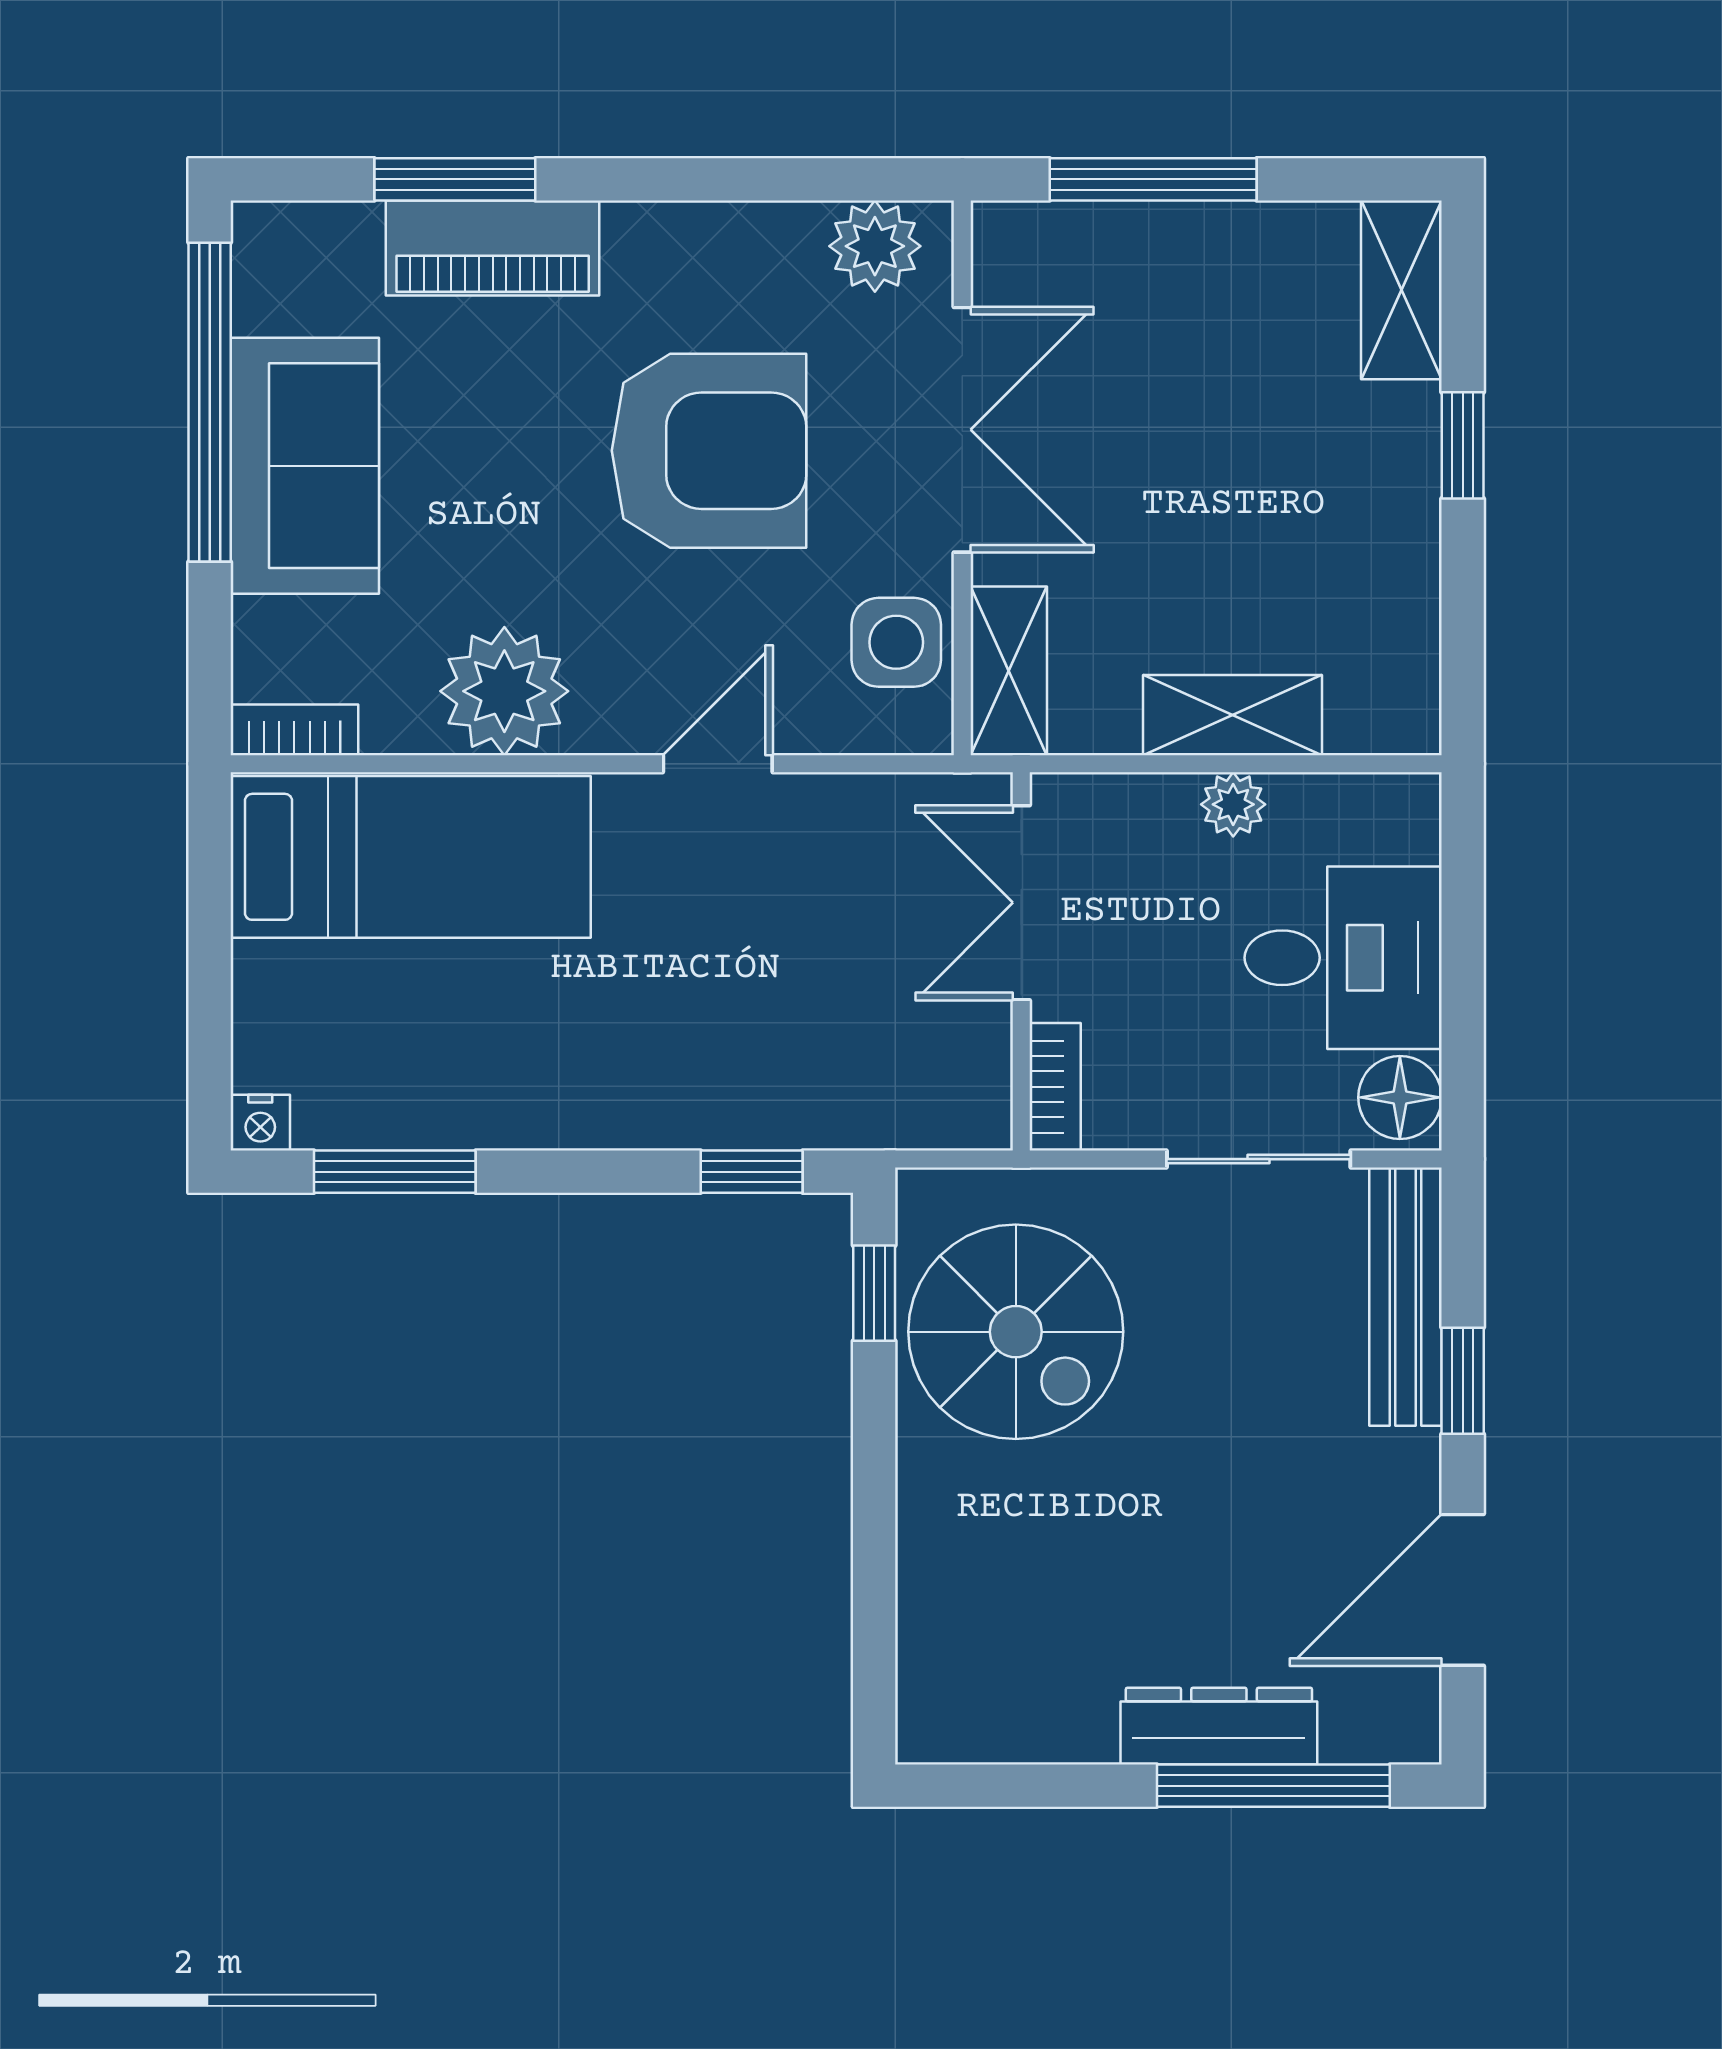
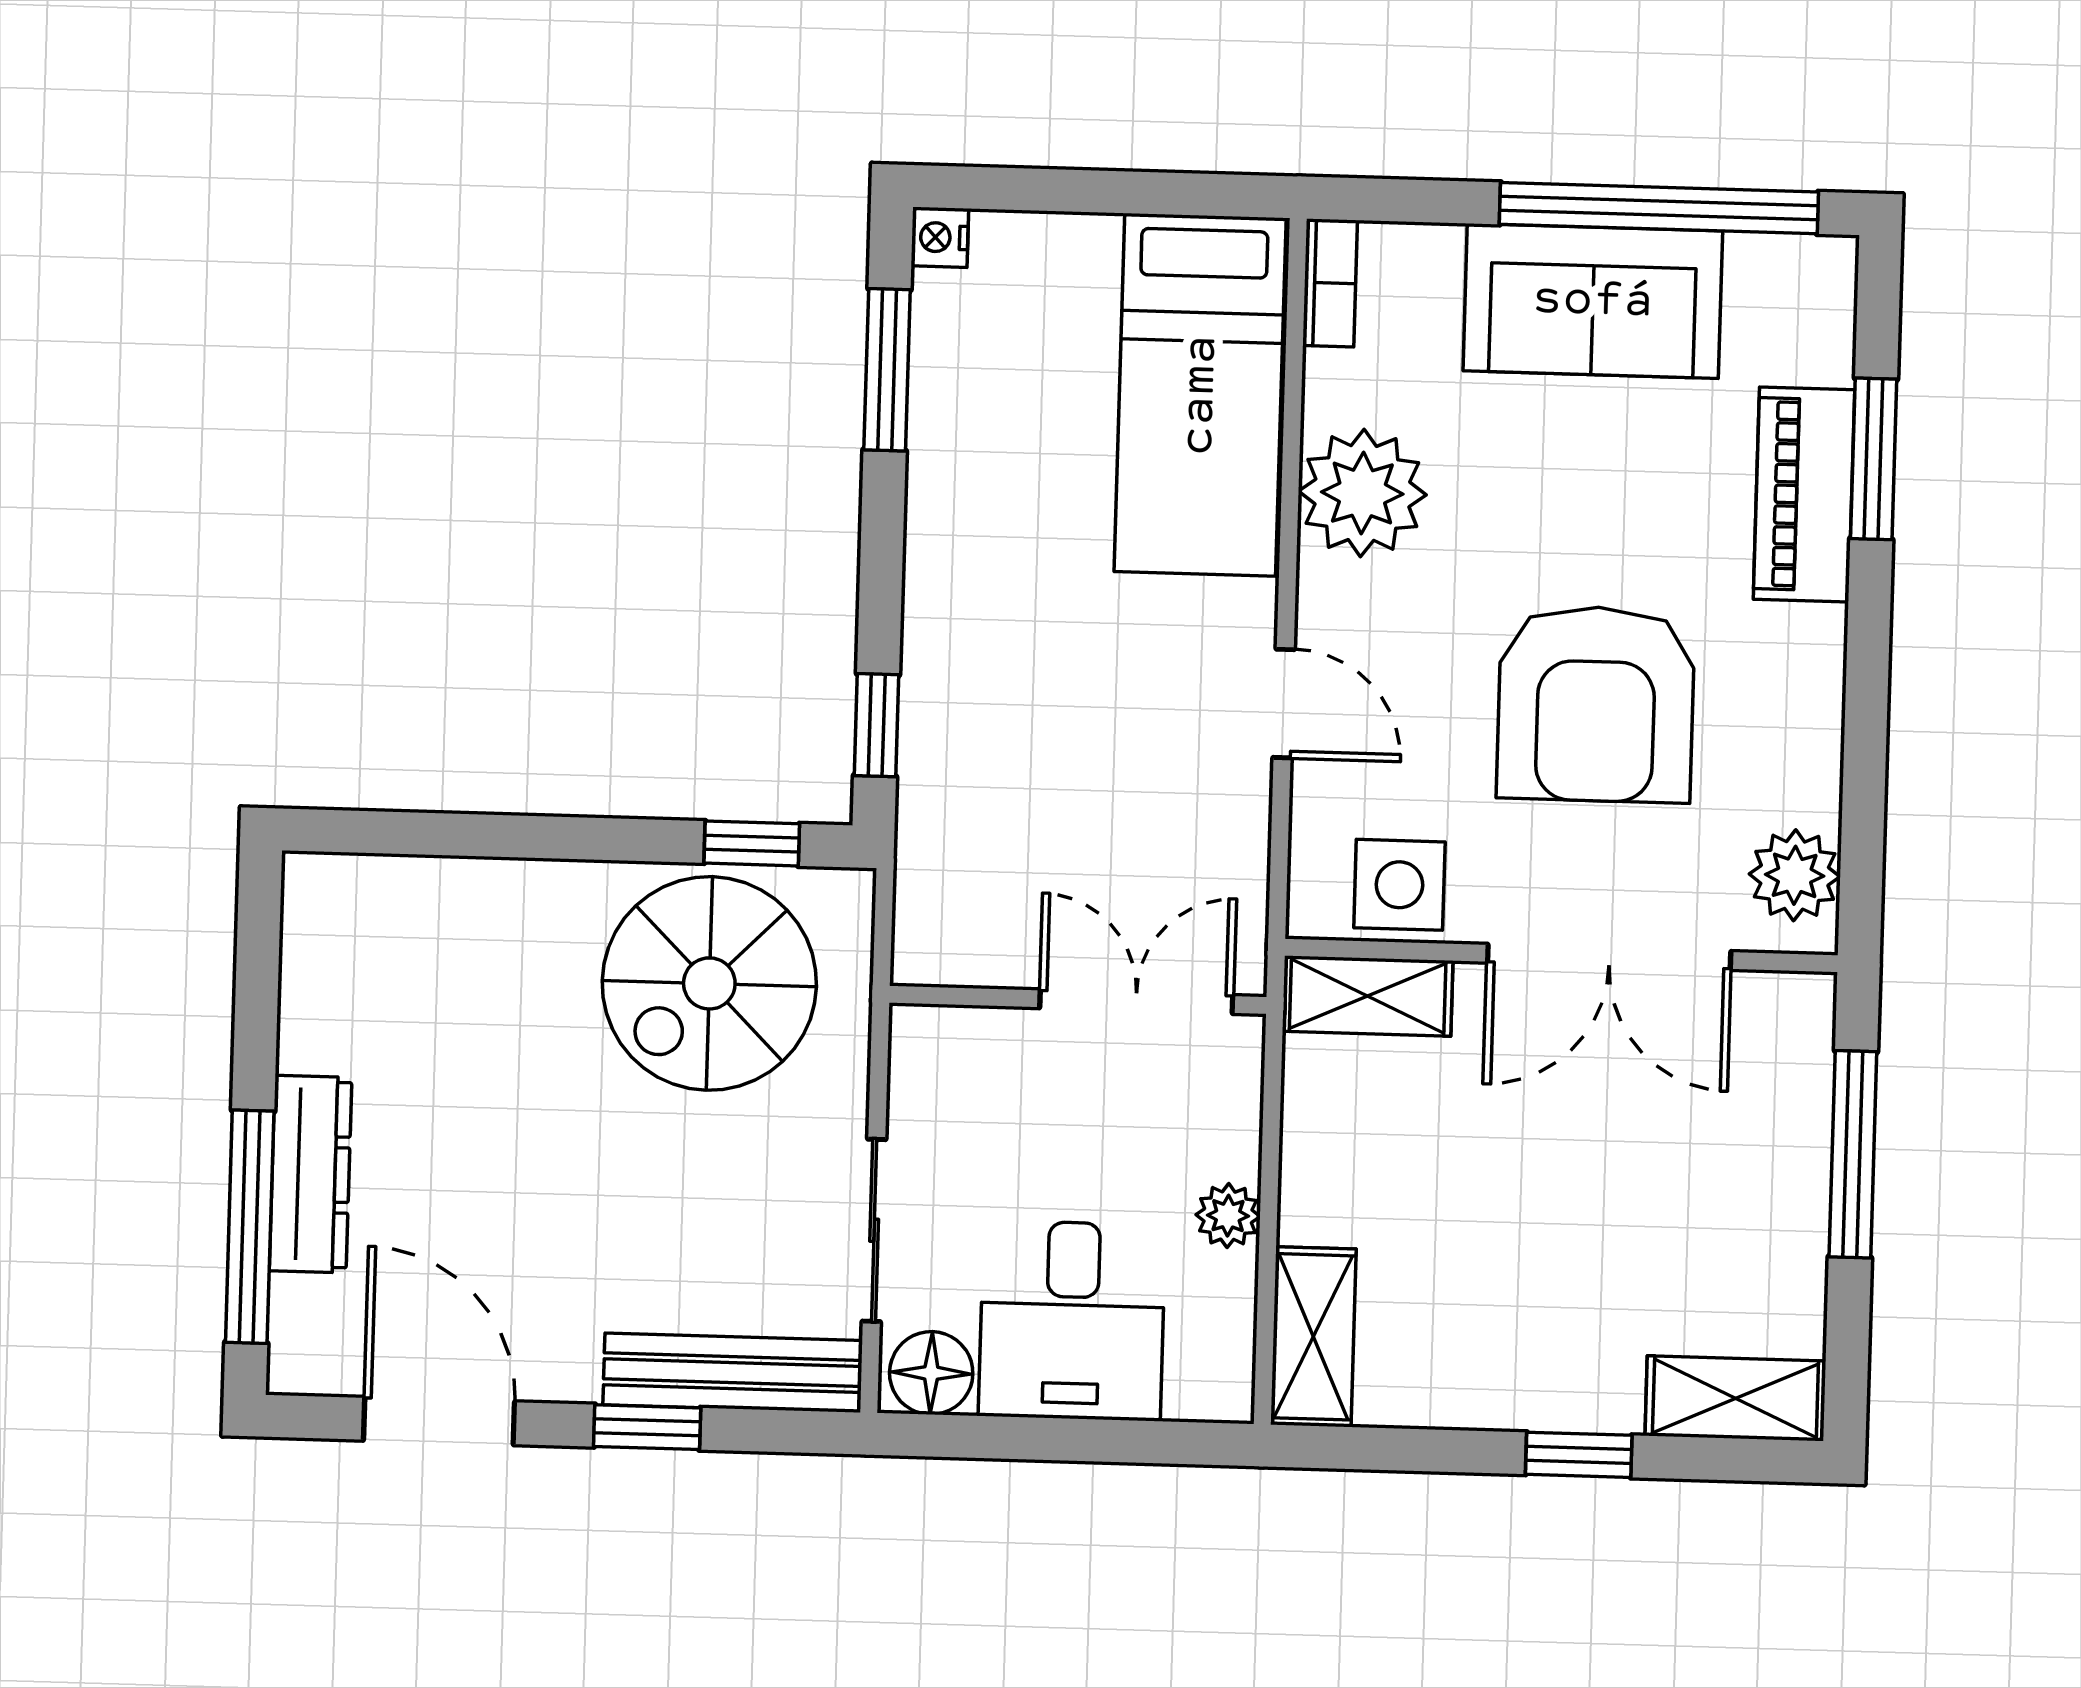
shelving: (1232, 715) -> (1313, 1337), moved
bookcase: (1055, 1087) -> (952, 1030), removed

